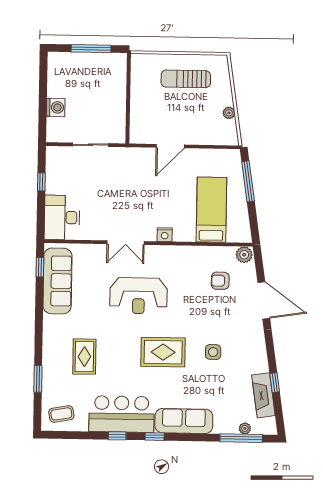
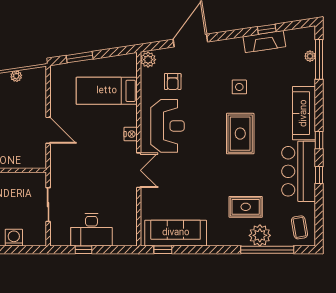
window: (248, 181) -> (80, 57), width x0.69
desk: (62, 217) -> (91, 230), moved
reception desk: (138, 296) -> (167, 126), moved
plant: (54, 371) -> (260, 235), added
window: (38, 379) -> (267, 250), width x2.11
fireplace: (263, 395) -> (264, 42), moved

